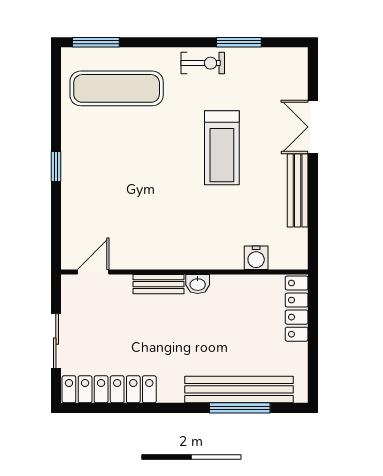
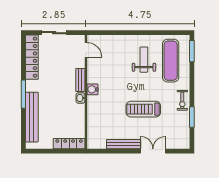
weight bench: (114, 146) -> (144, 60), added
window: (56, 167) -> (135, 33), removed
water cooler: (256, 258) -> (93, 89), moved
window: (240, 408) -> (23, 94), moved

